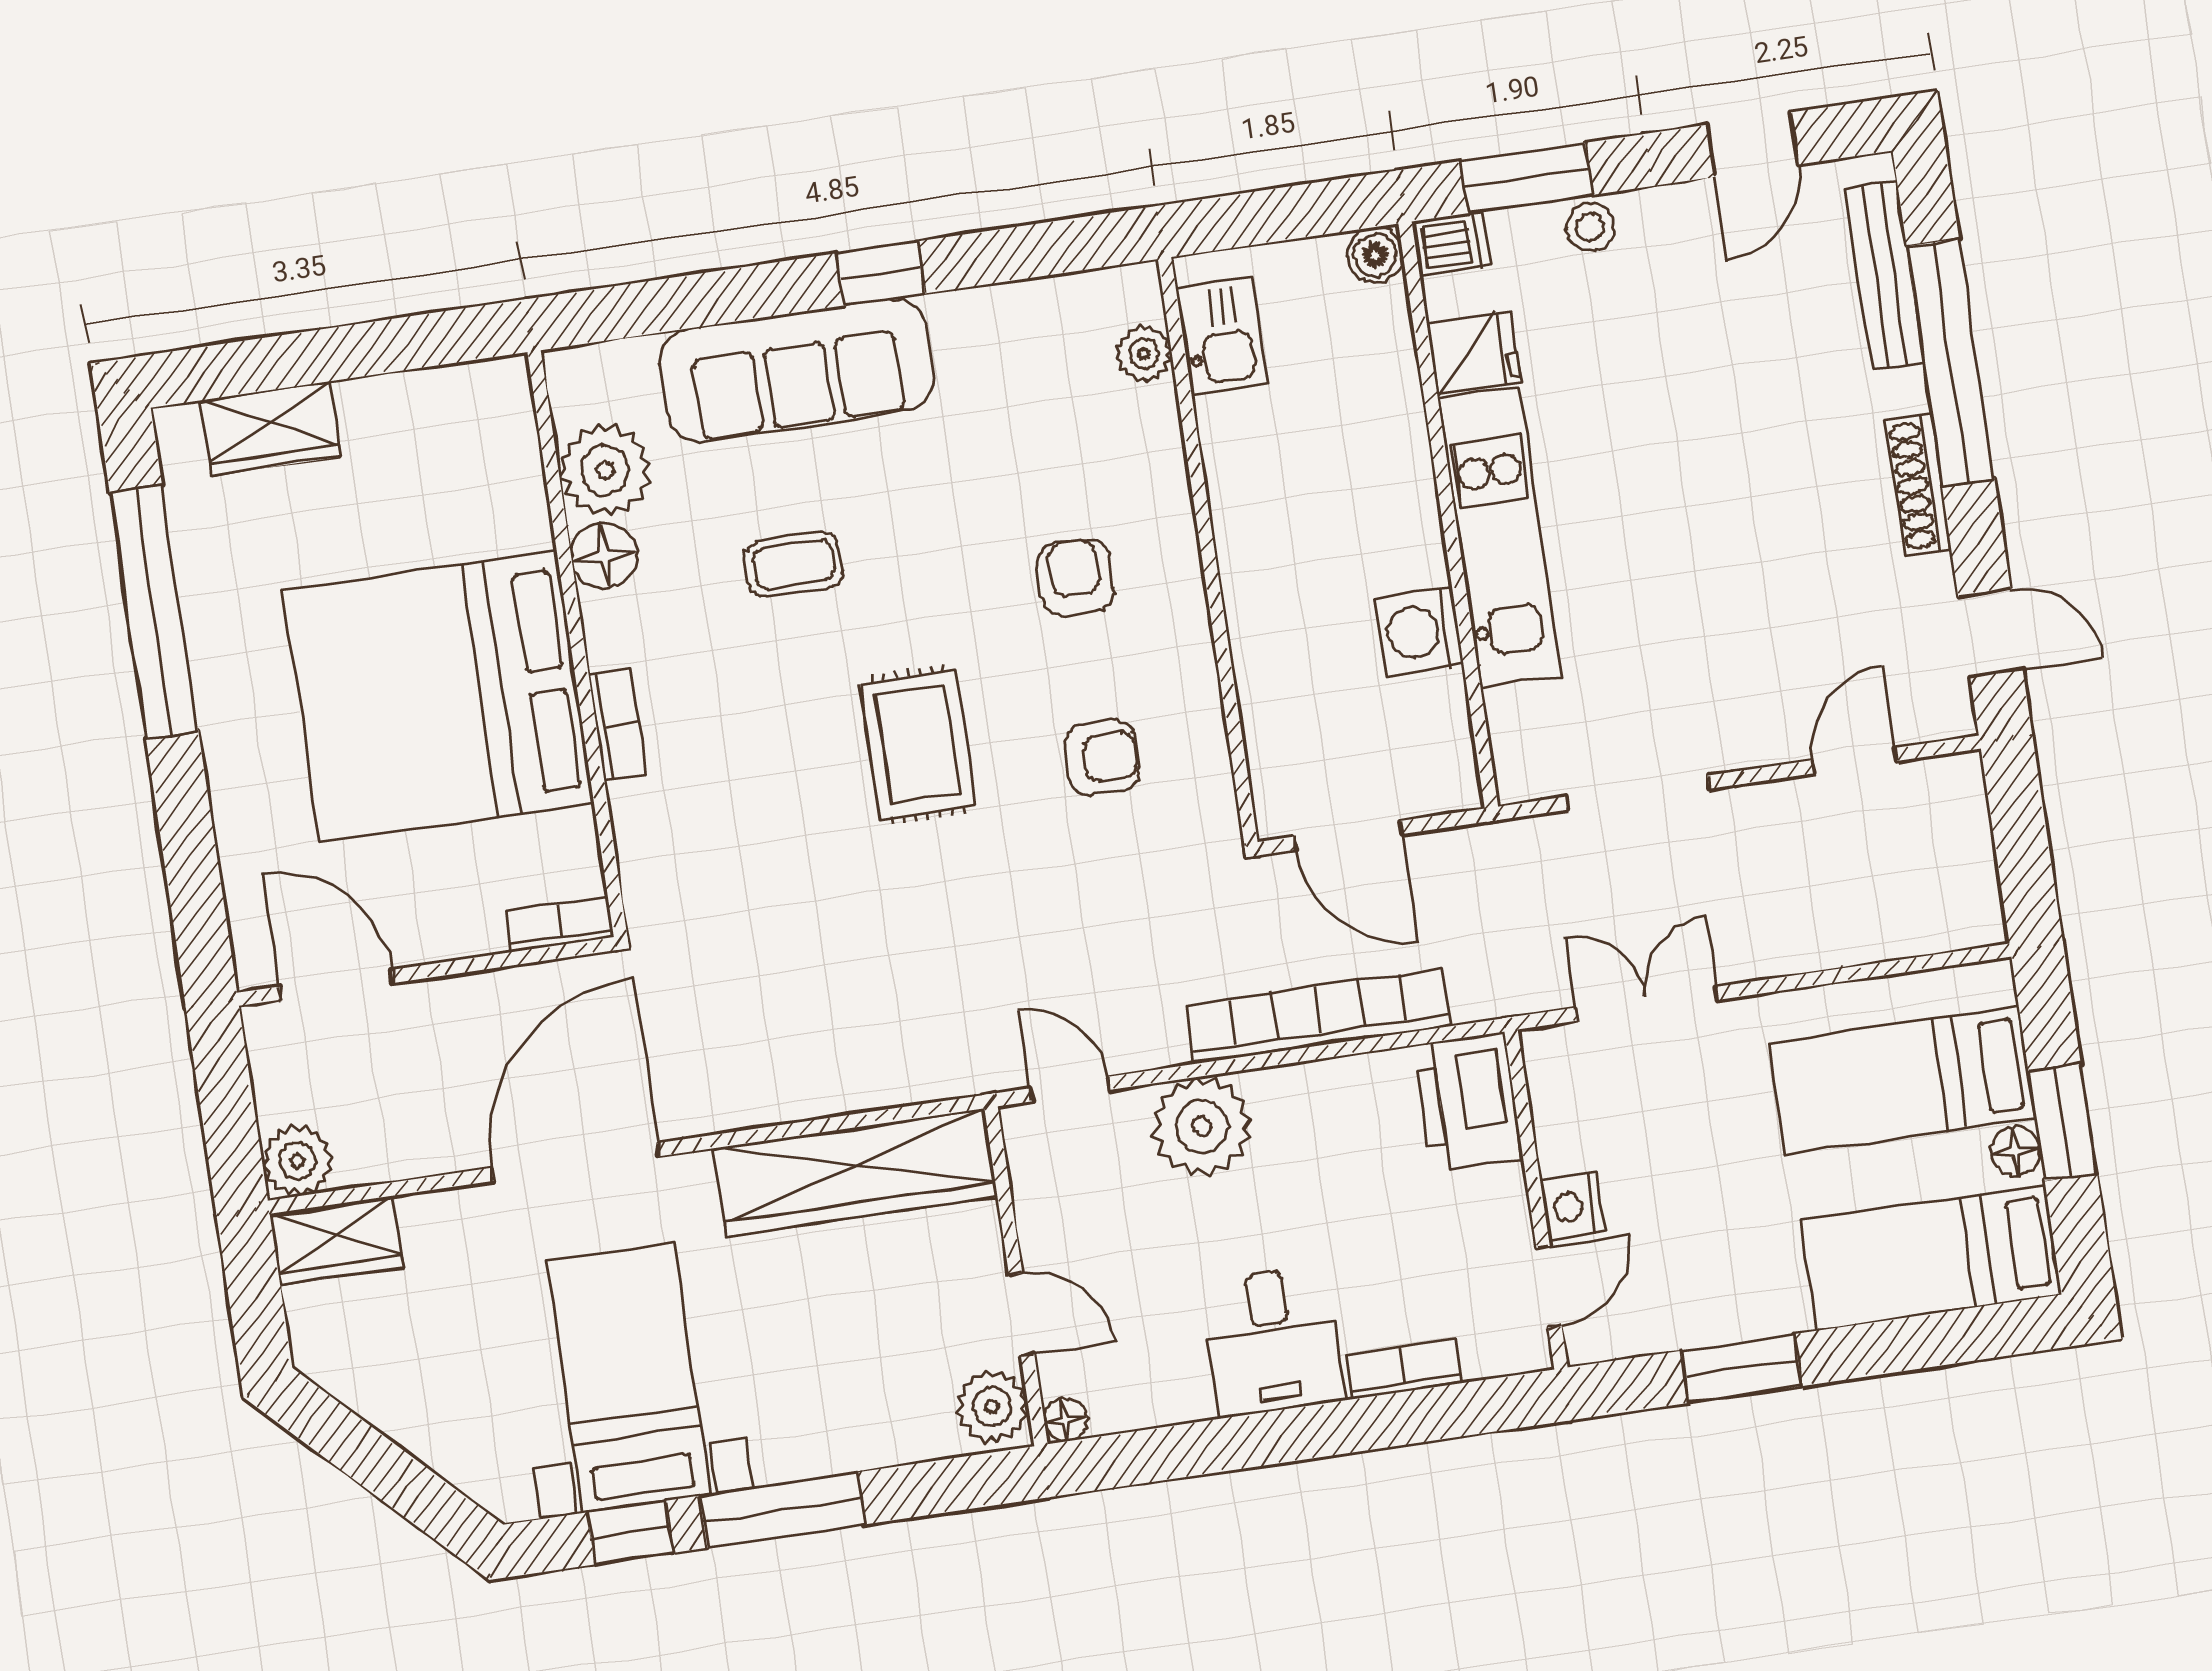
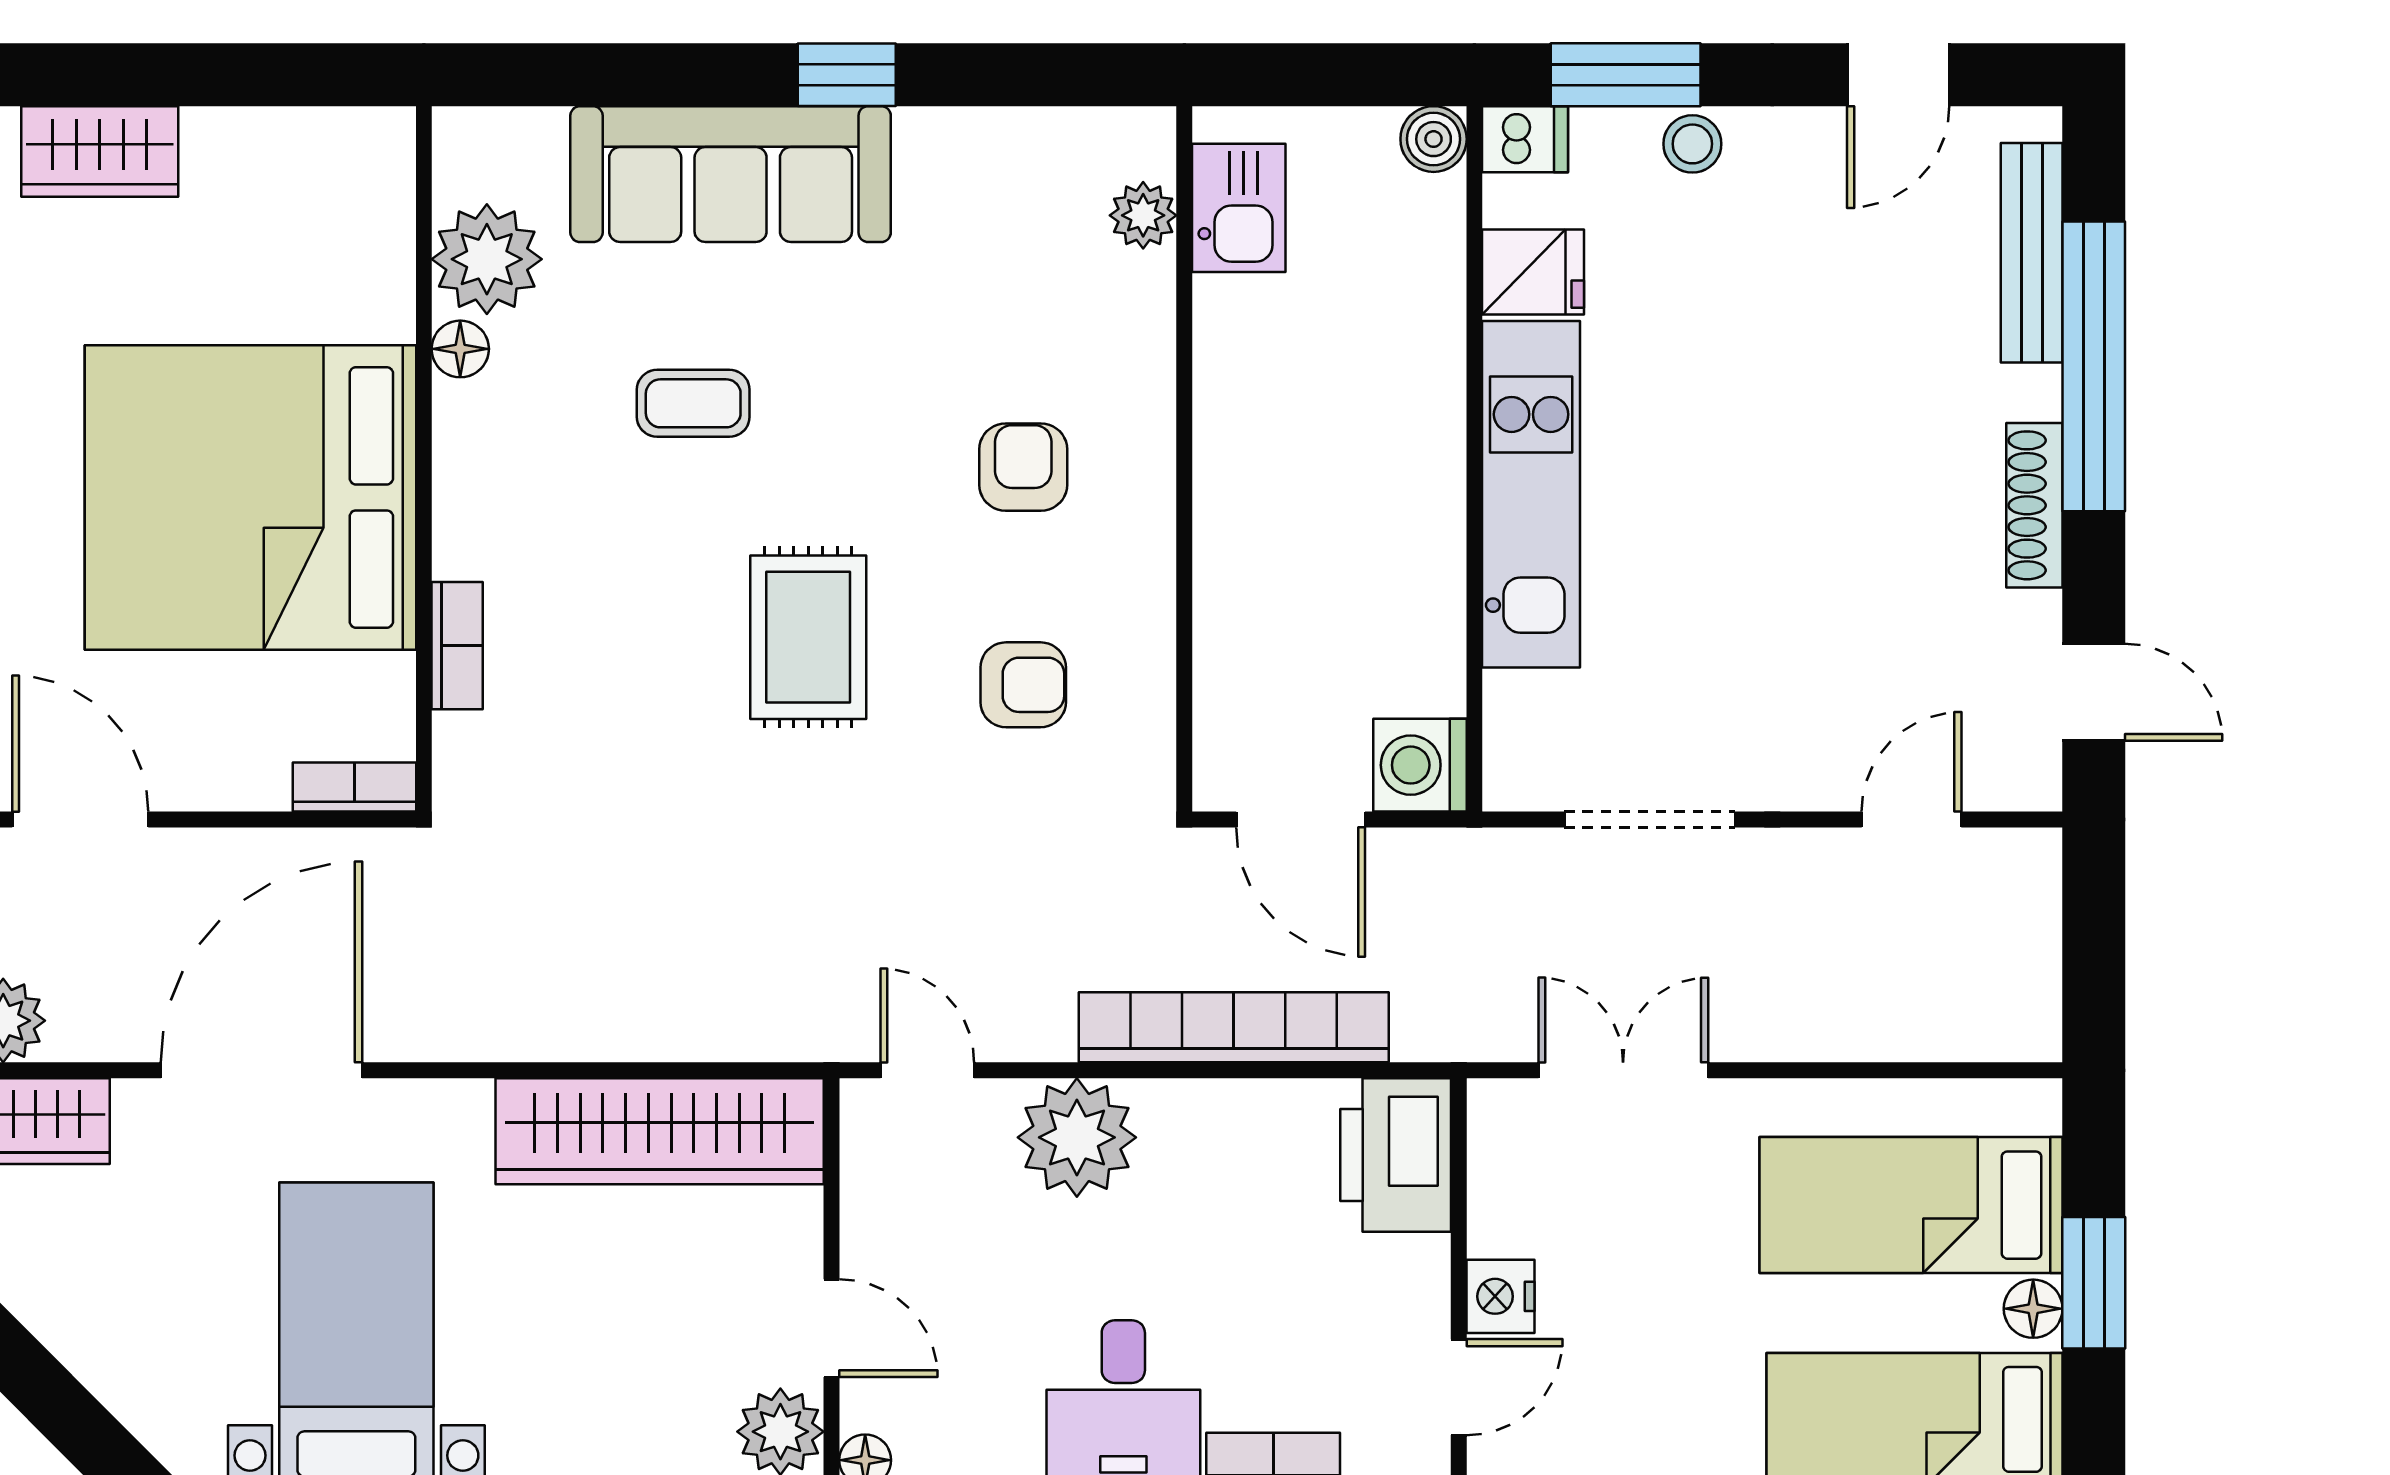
floor lamp: (604, 556) -> (460, 349), width x0.73, depth x0.73
washing machine: (1419, 632) -> (1420, 765), moved
bookcase: (617, 725) -> (457, 646), moved
door: (576, 1162) -> (261, 1070), moved

